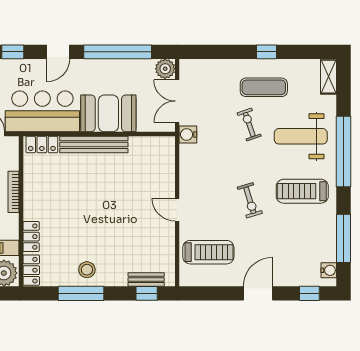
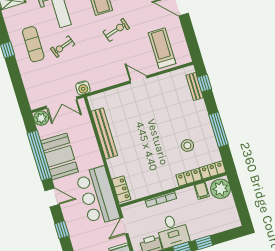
booth: (108, 113) -> (59, 156), moved
bench: (94, 145) -> (104, 133), moved
door: (177, 210) -> (138, 79), swing flipped
stool: (87, 270) -> (187, 145), moved

